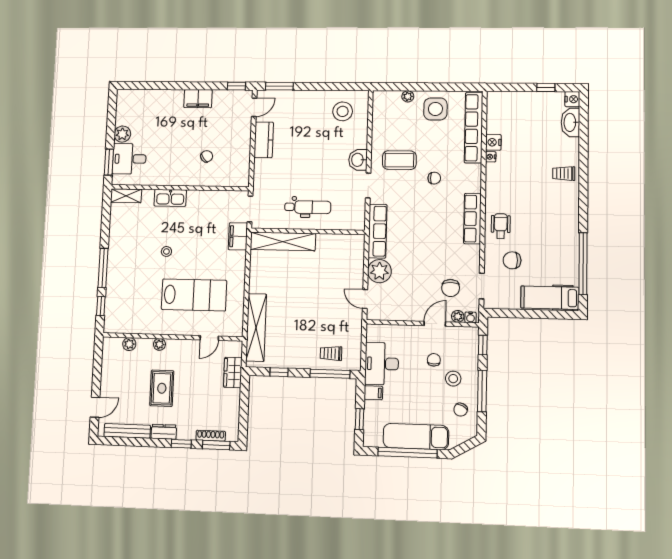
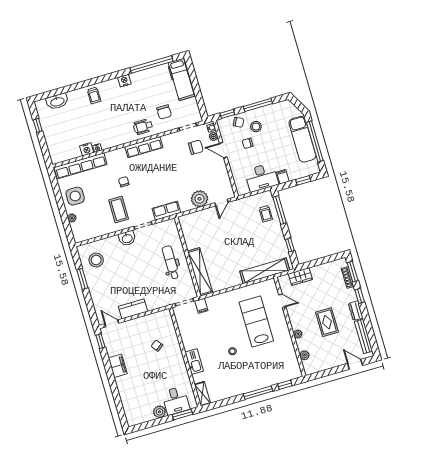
window: (279, 86) -> (82, 279), moved
nightstand: (572, 99) -> (124, 81), moved
row of seats: (378, 231) -> (166, 211), width x0.68
filing cabinet: (238, 236) -> (201, 306), width x0.50
rug: (162, 388) -> (327, 322), turned 90
chair: (461, 410) -> (238, 122), moved

